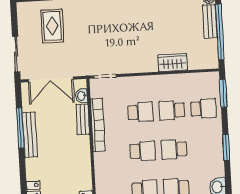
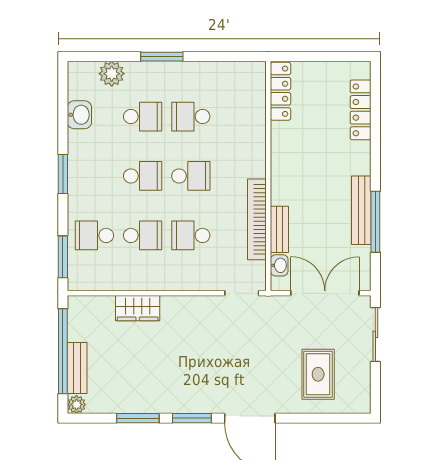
school desk: (143, 151) -> (191, 176), turned 180

